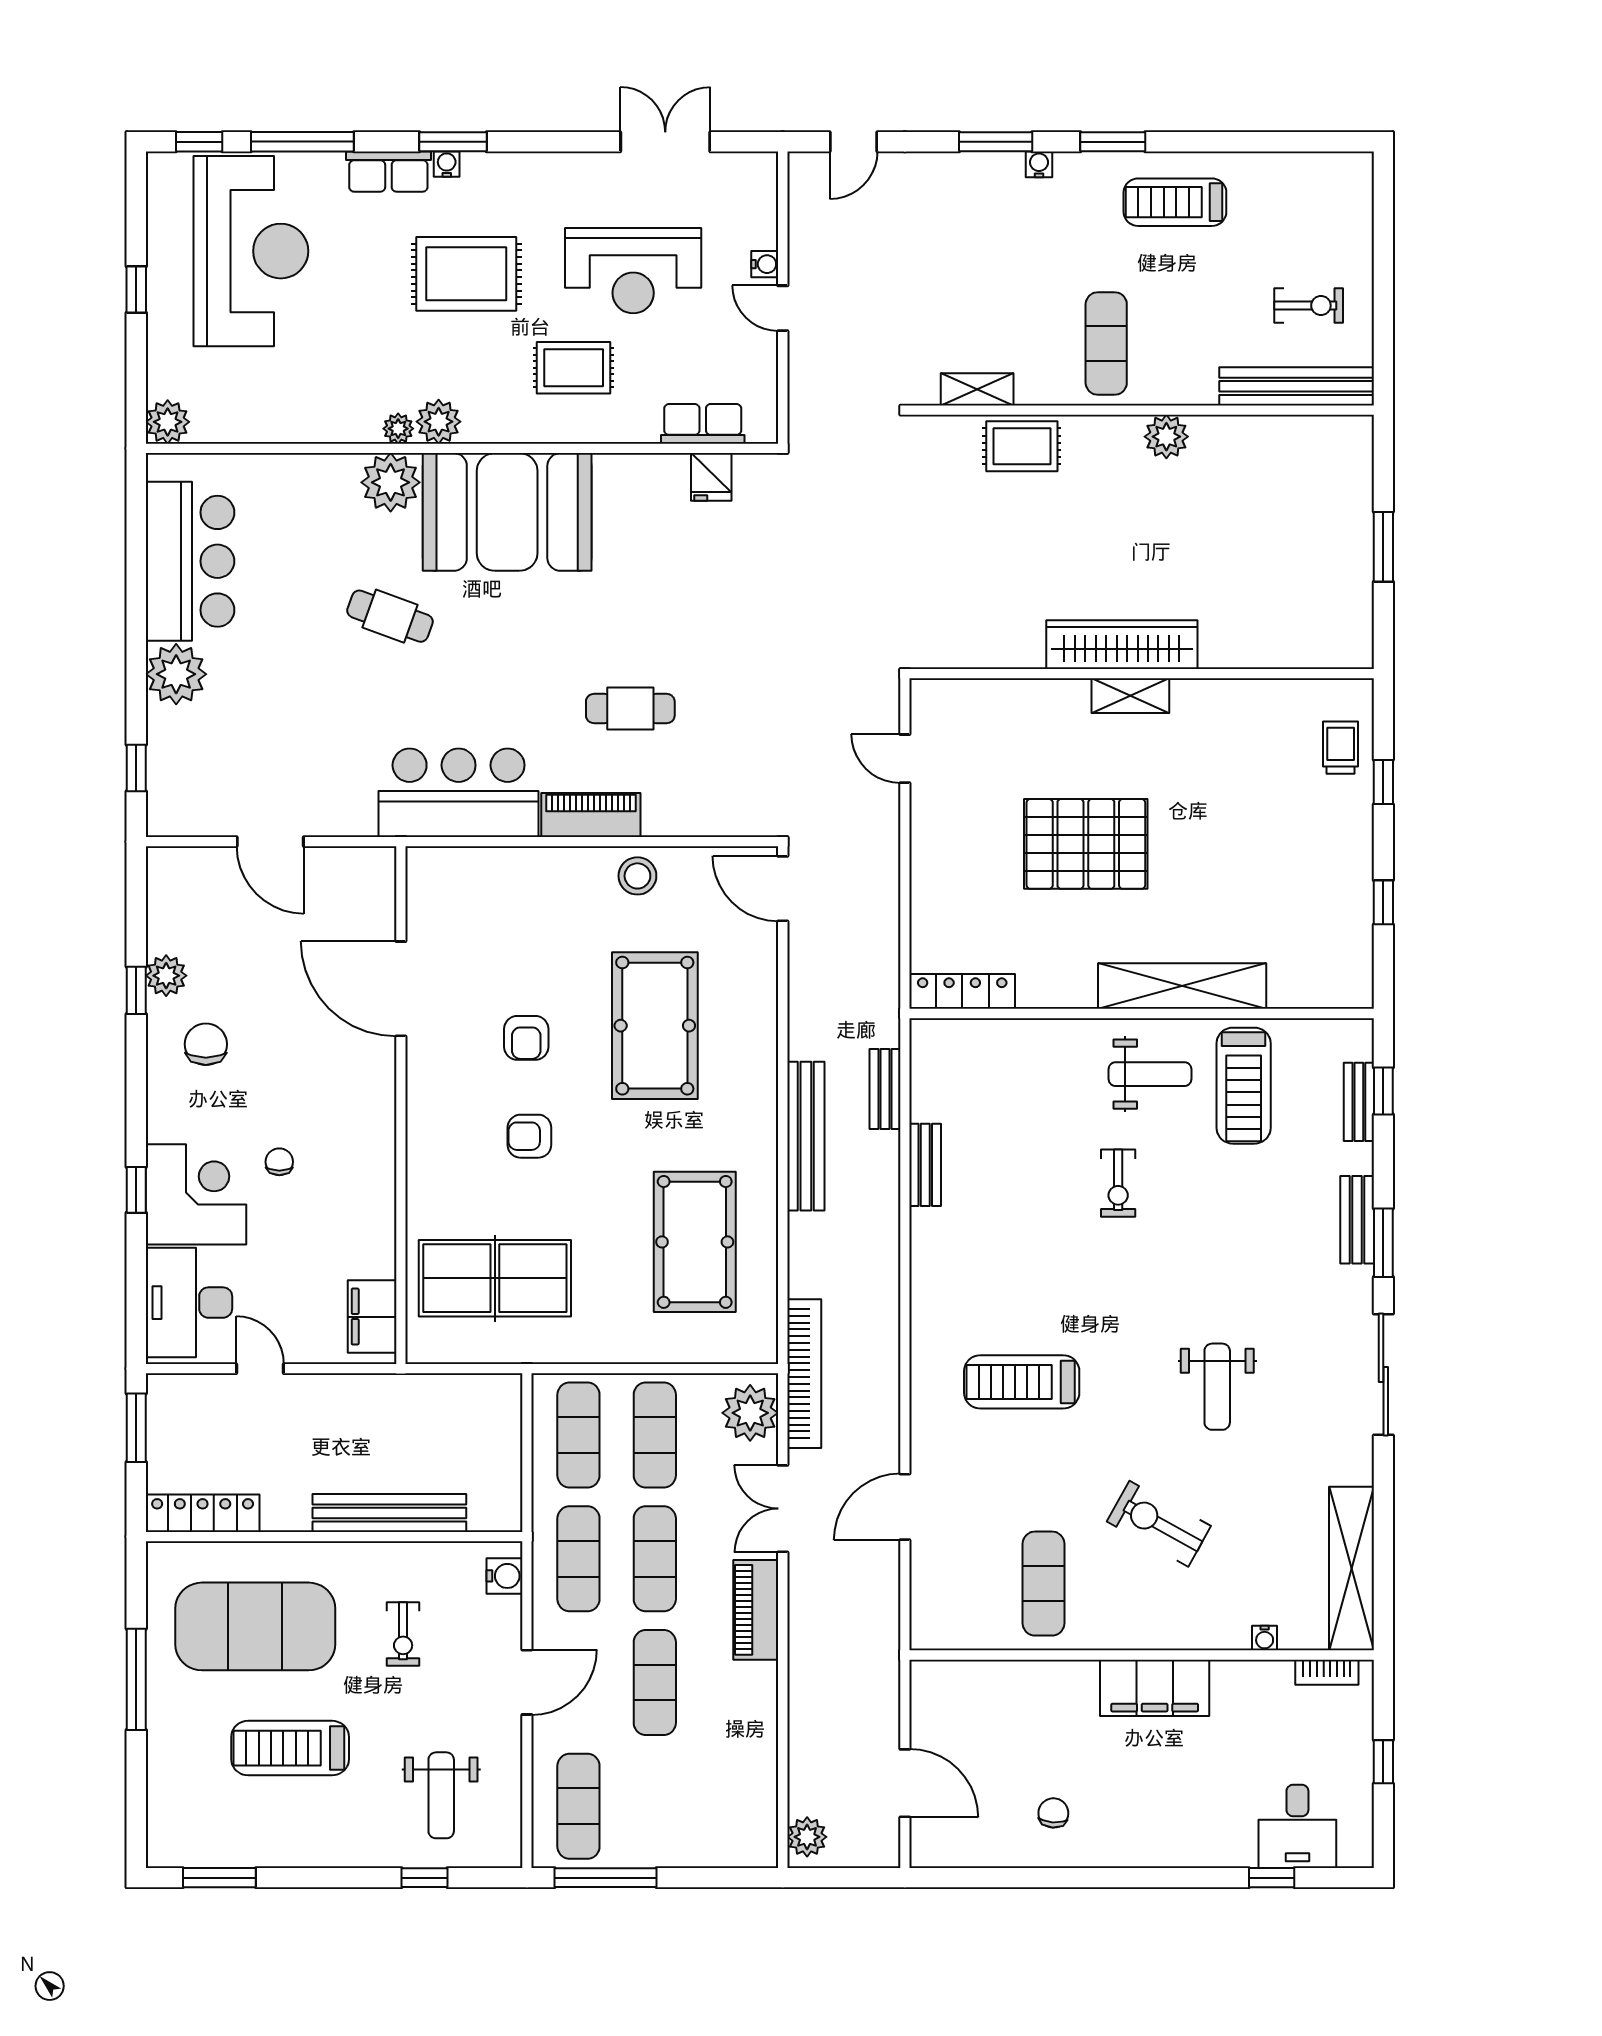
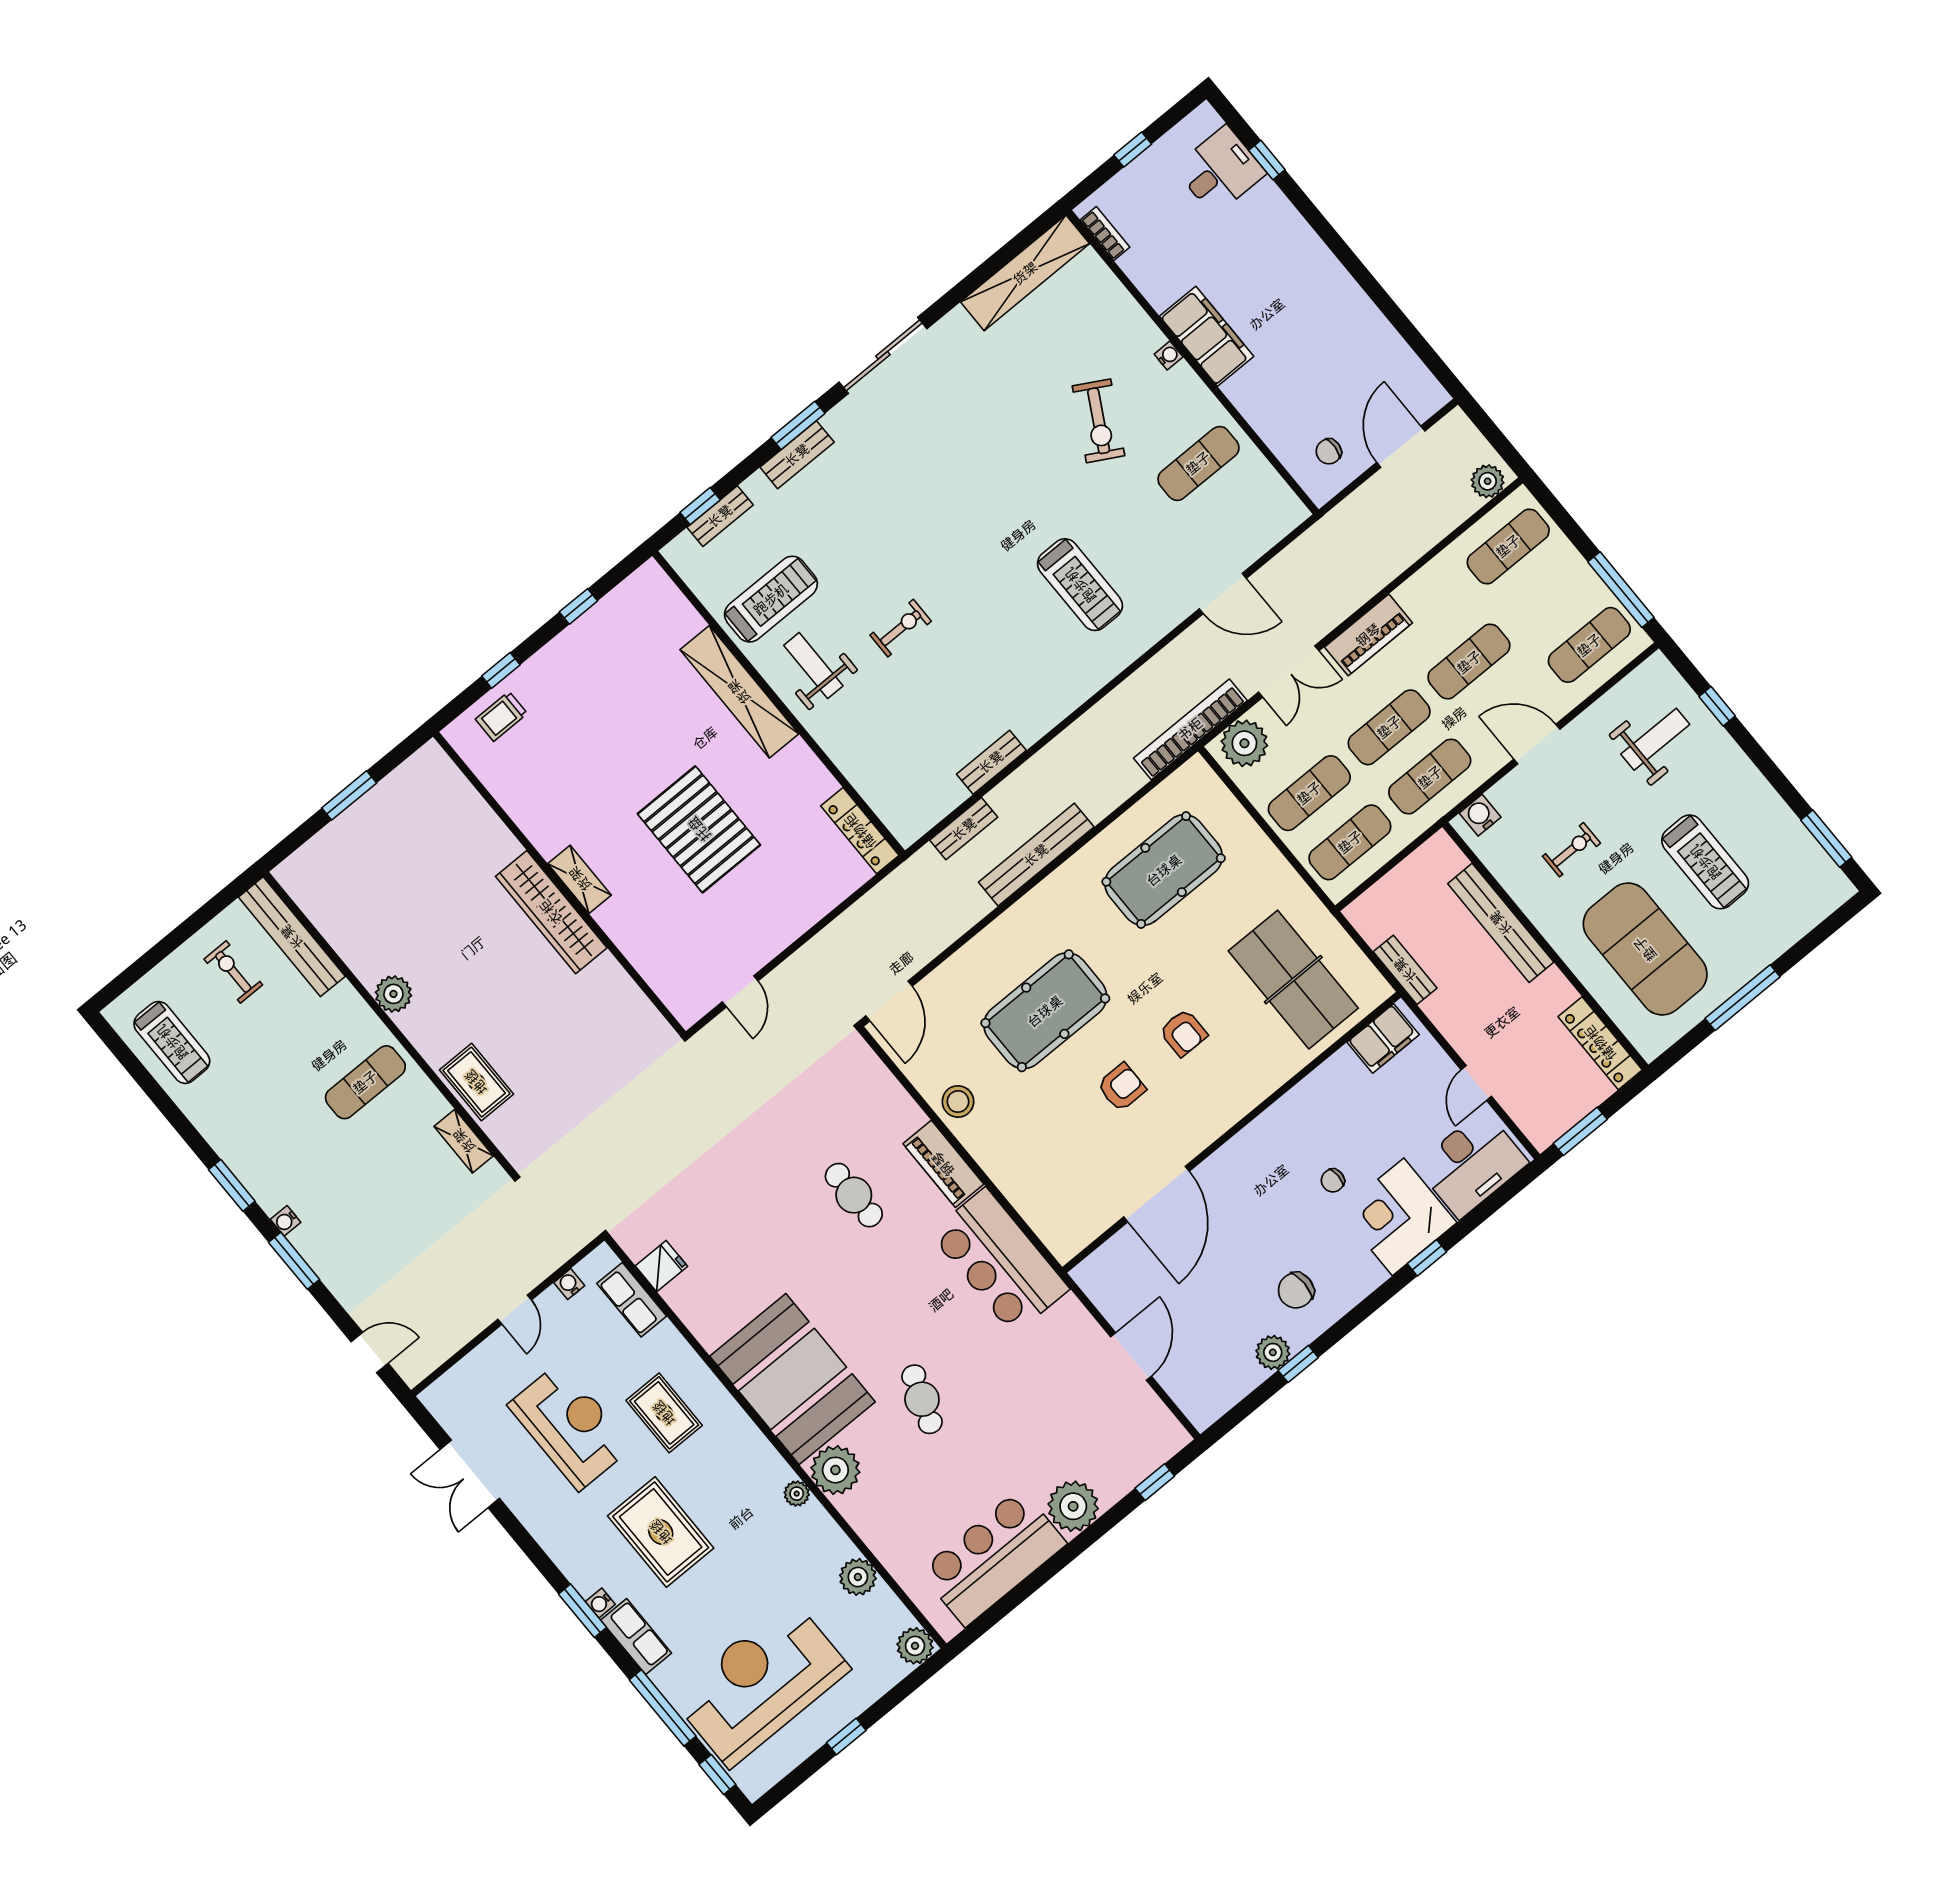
treadmill: (1175, 202) -> (172, 1042), moved
water cooler: (765, 264) -> (569, 1284), moved
plant: (439, 422) -> (858, 1577), moved
weight bench: (1217, 1387) -> (979, 456), removed
bench: (419, 1389) -> (1405, 970), added
water cooler: (1265, 1638) -> (1169, 356), moved
exercise mat: (731, 1806) -> (1508, 546), added
chair: (1053, 1813) -> (1329, 451), moved

